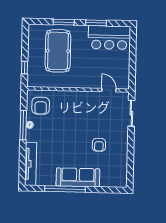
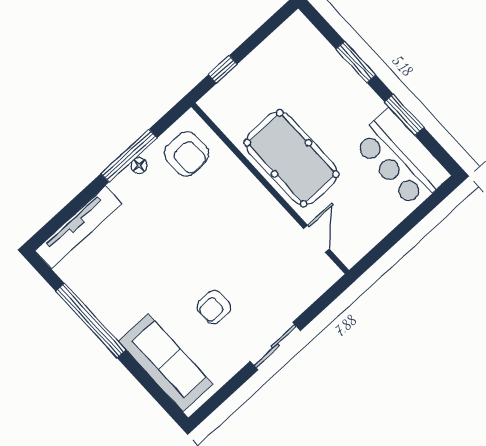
pool table: (58, 51) -> (292, 158), moved, turned 90
armchair: (41, 106) -> (187, 154), turned -90
sliding door: (131, 113) -> (275, 346), moved
sofa: (78, 177) -> (165, 363), moved

